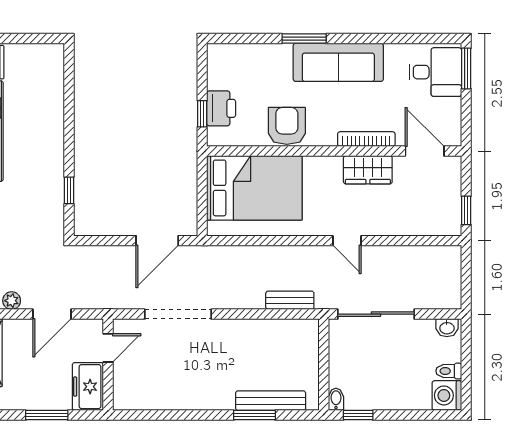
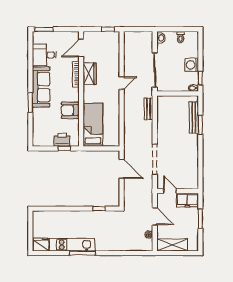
desk: (435, 72) -> (44, 55), moved, turned -90
bed: (254, 188) -> (93, 125), width x0.67
washing machine: (447, 395) -> (192, 65), moved, turned 90

